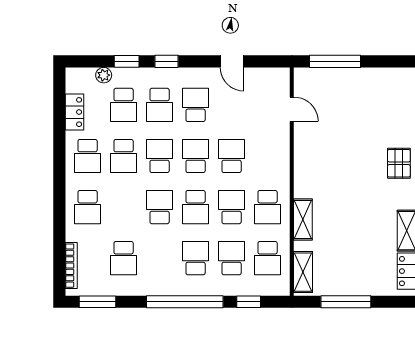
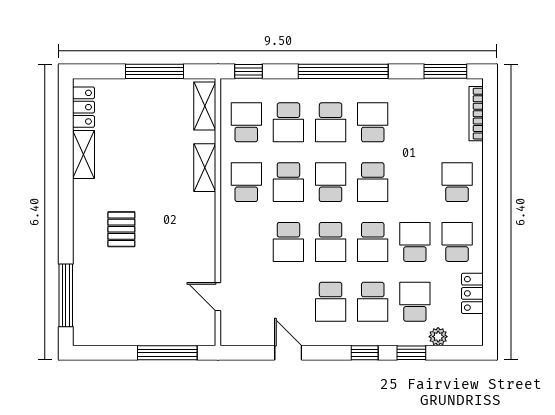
school desk: (160, 105) -> (373, 302), turned 180
pallet: (399, 163) -> (121, 229), moved
school desk: (124, 258) -> (373, 122), moved
window: (249, 302) -> (249, 71), moved

